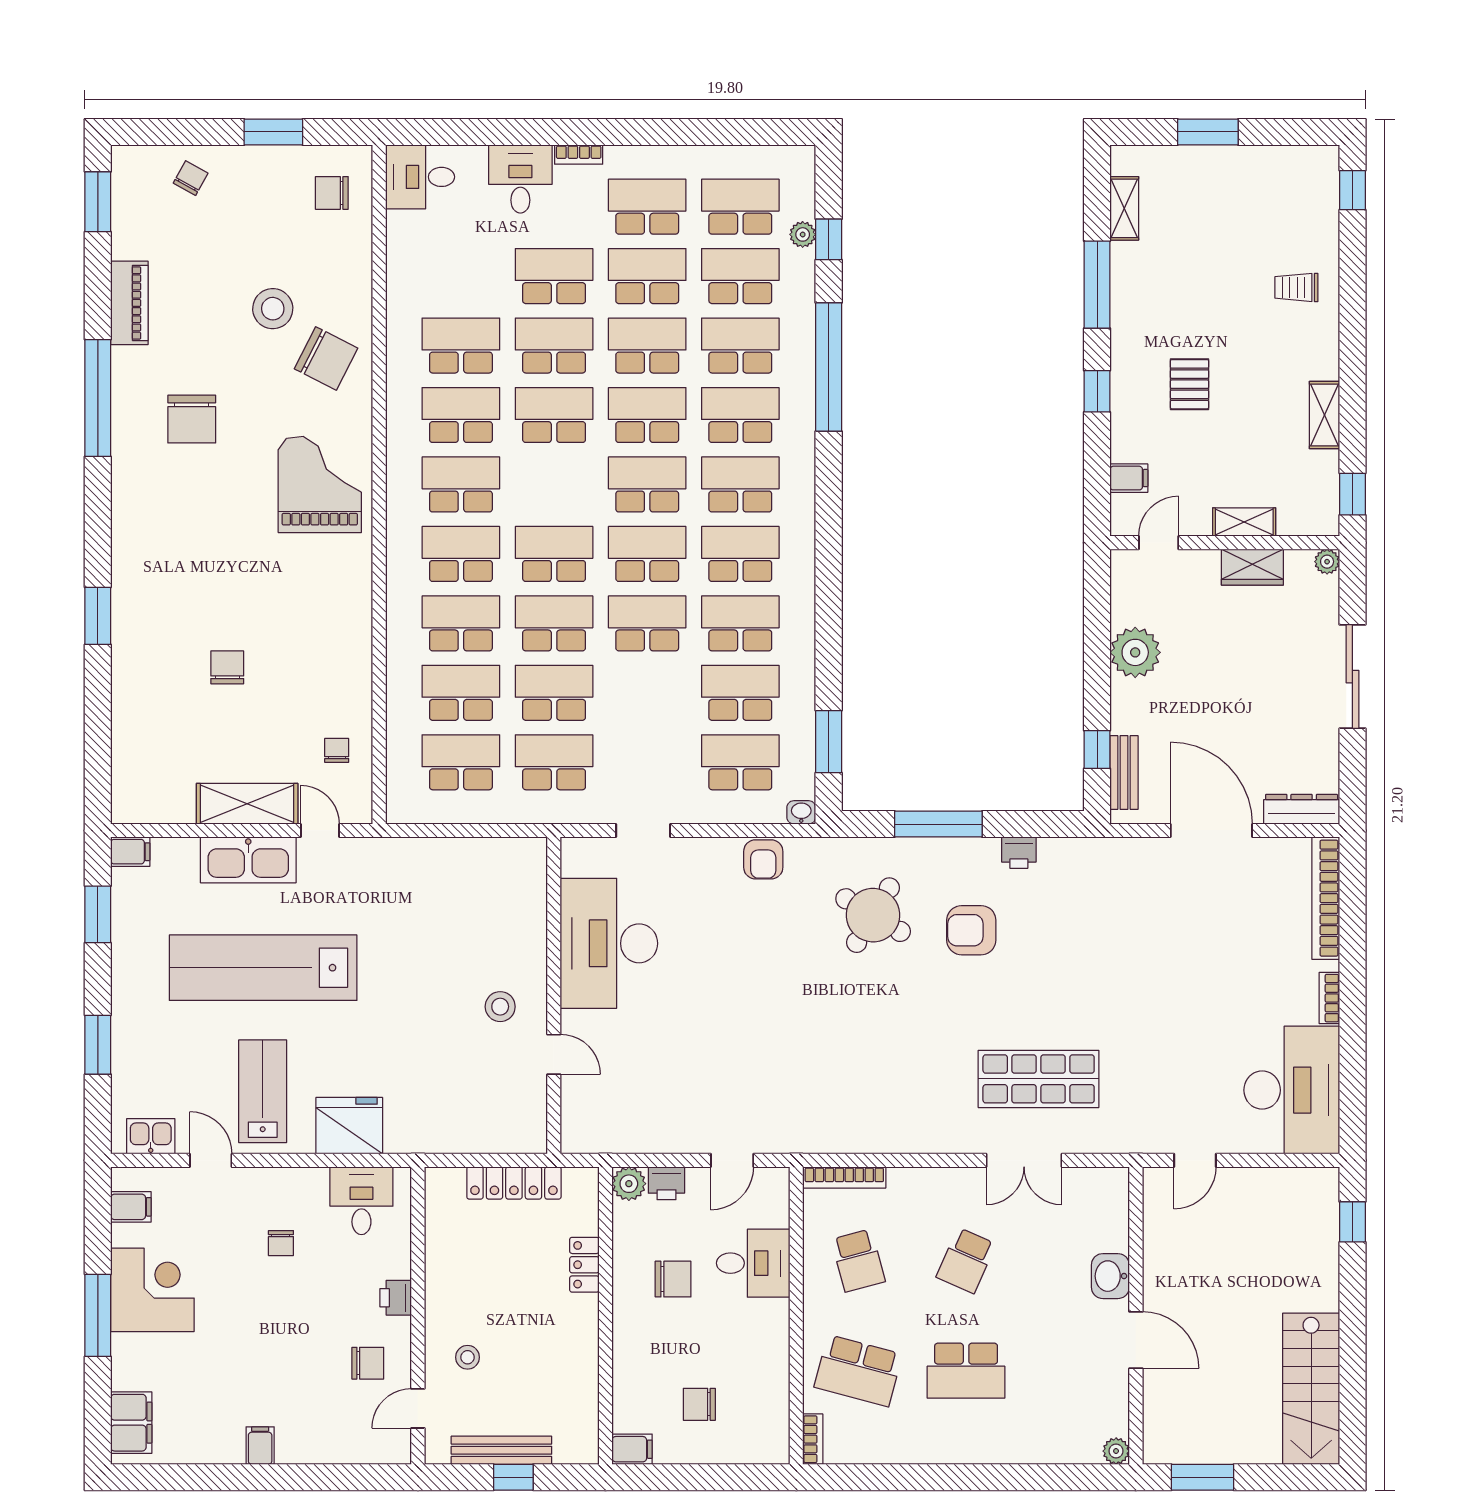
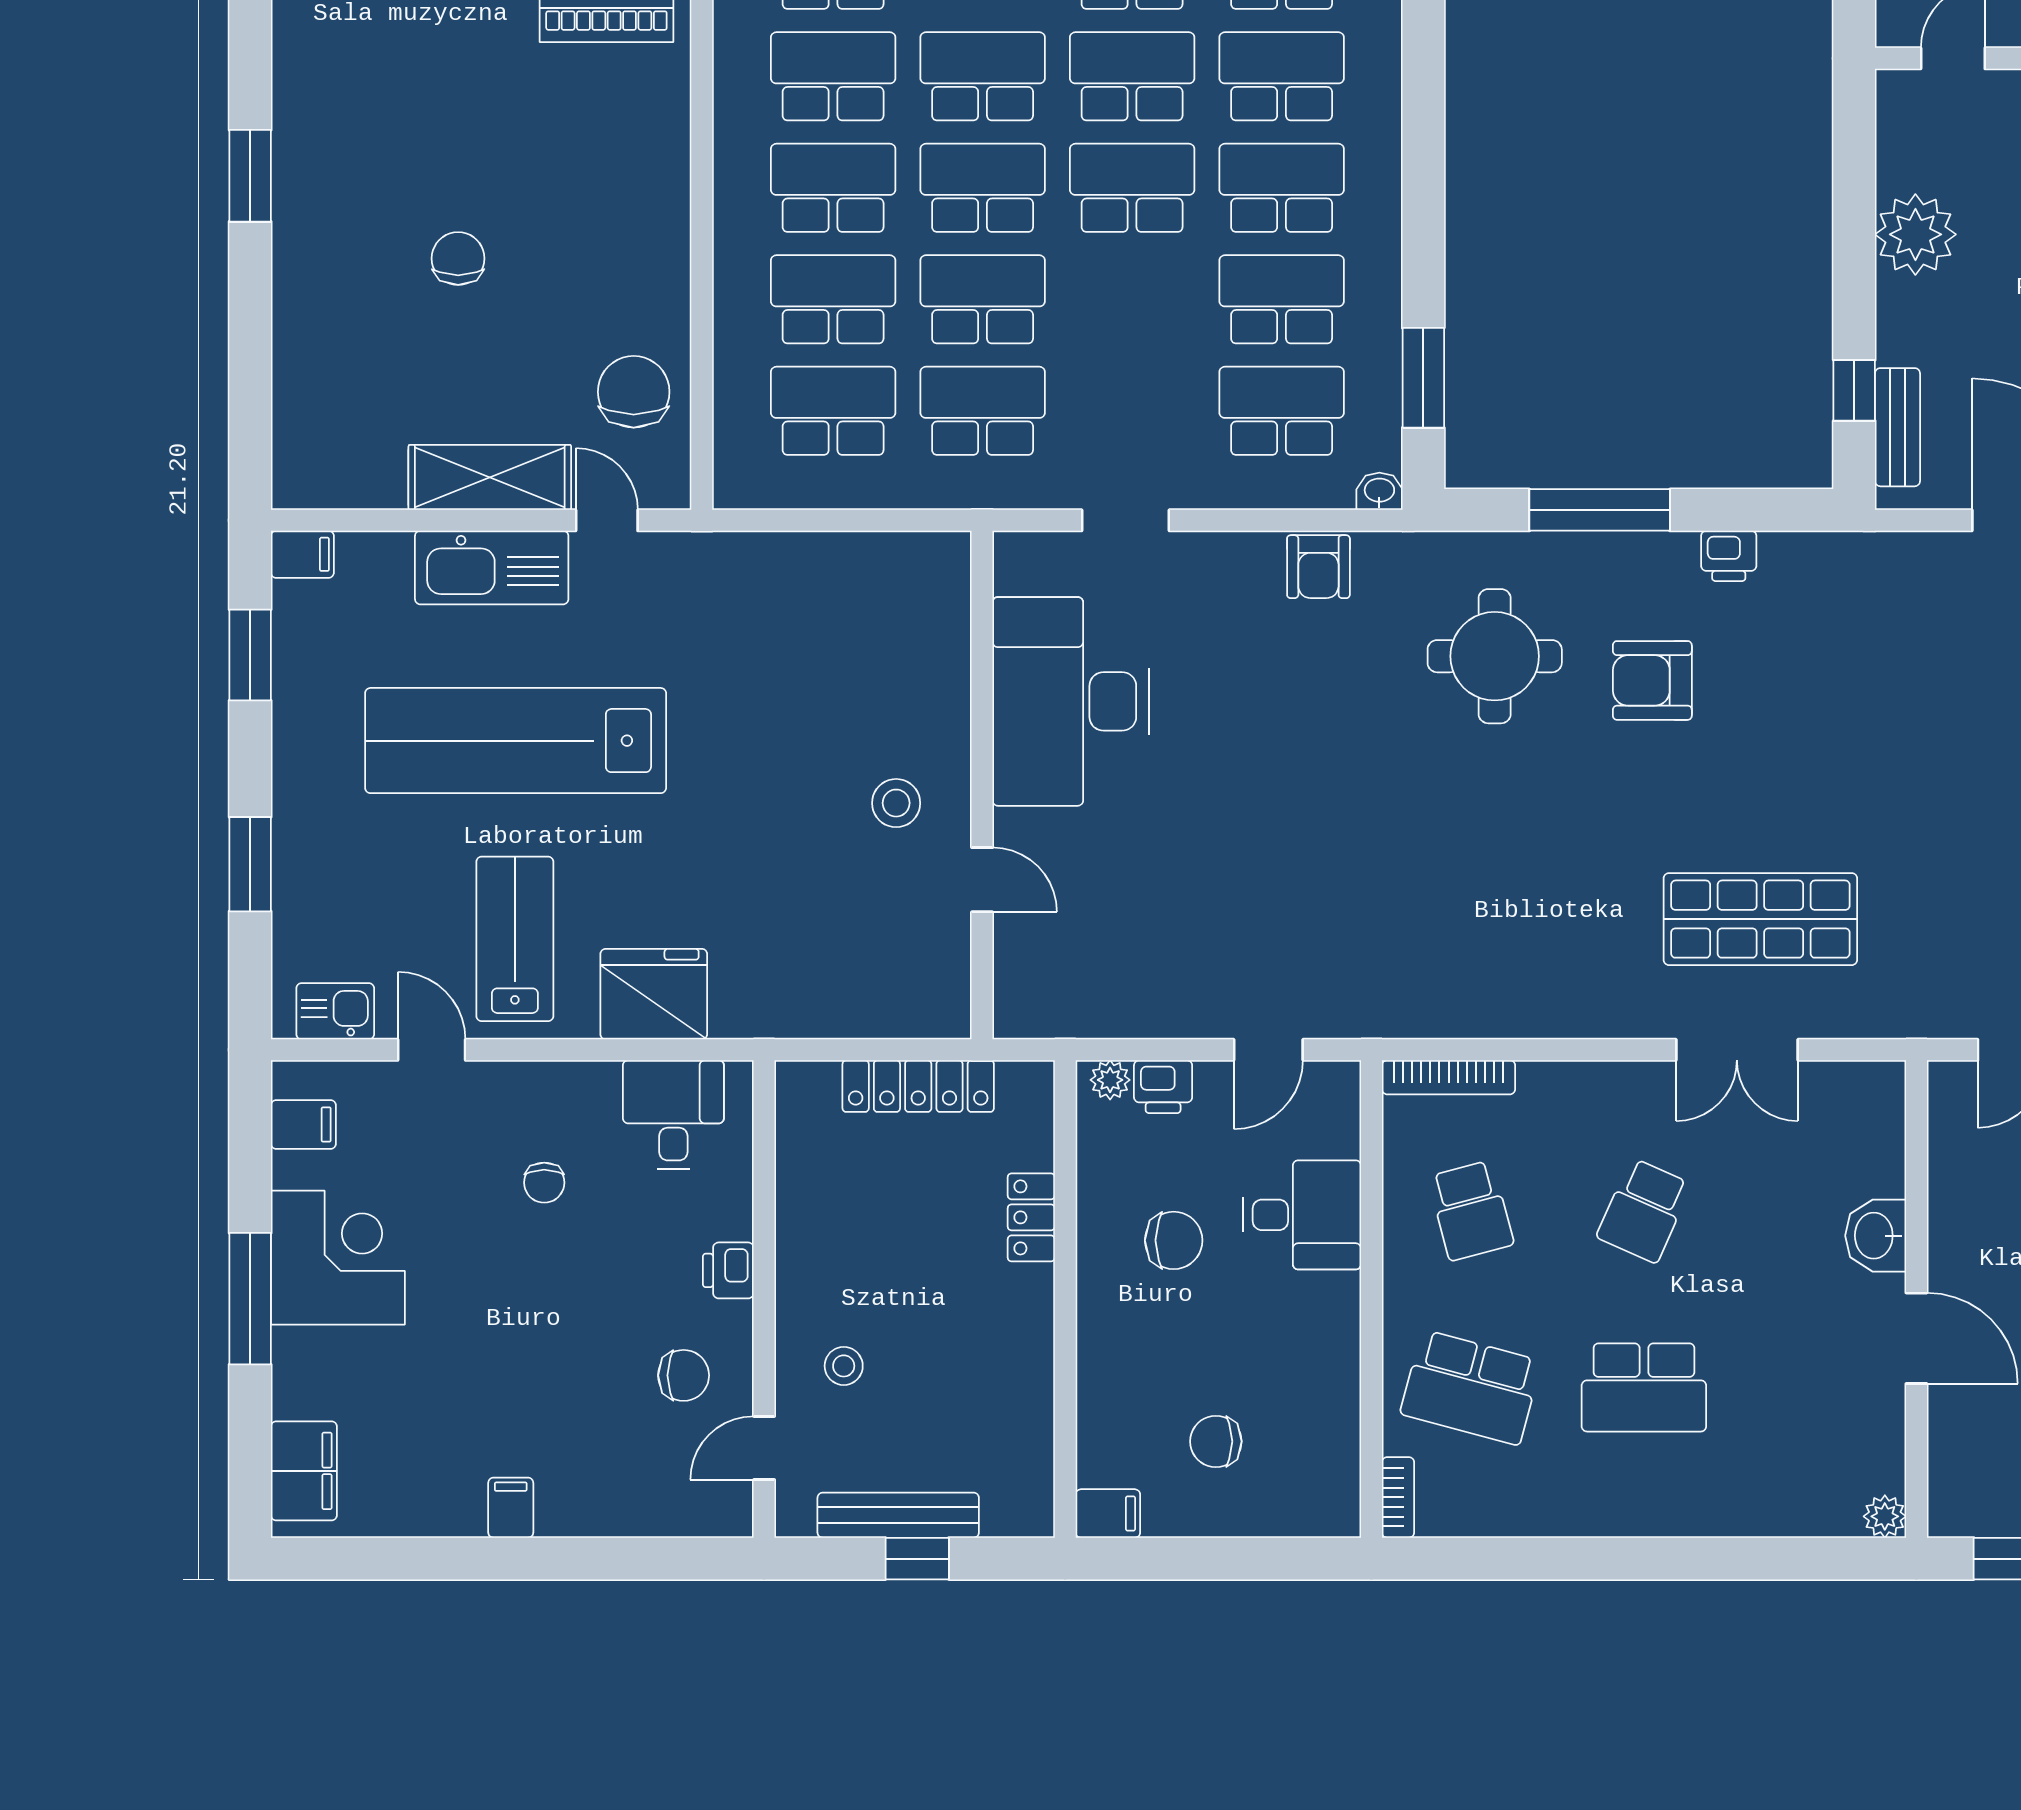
chair: (337, 750) -> (634, 392), width x1.87, depth x1.87
round table: (873, 915) -> (1495, 656), turned -31
plant: (629, 1184) -> (1110, 1080), width x0.73, depth x0.73

